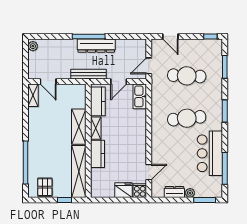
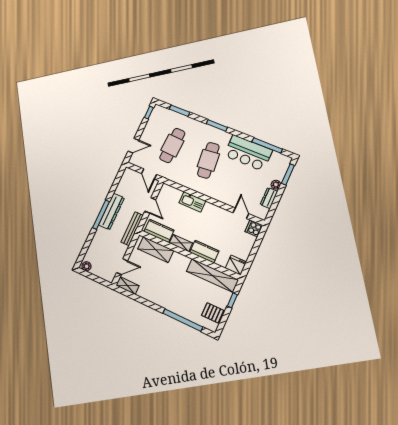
kitchen sink: (140, 96) -> (192, 202), moved
shelving: (79, 127) -> (156, 250), moved
fridge: (123, 190) -> (236, 265), moved, turned 90

